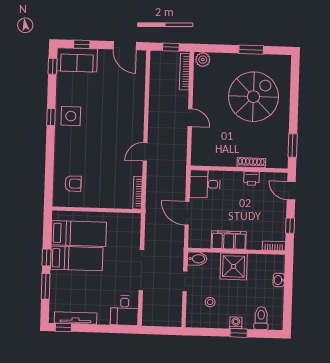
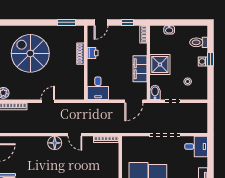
floor lamp: (135, 125) -> (55, 143), added
door: (187, 213) -> (134, 101), moved

